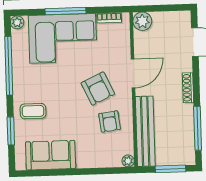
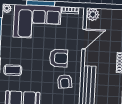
door: (133, 73) -> (84, 39), moved
armchair: (98, 89) -> (59, 58), turned -65

